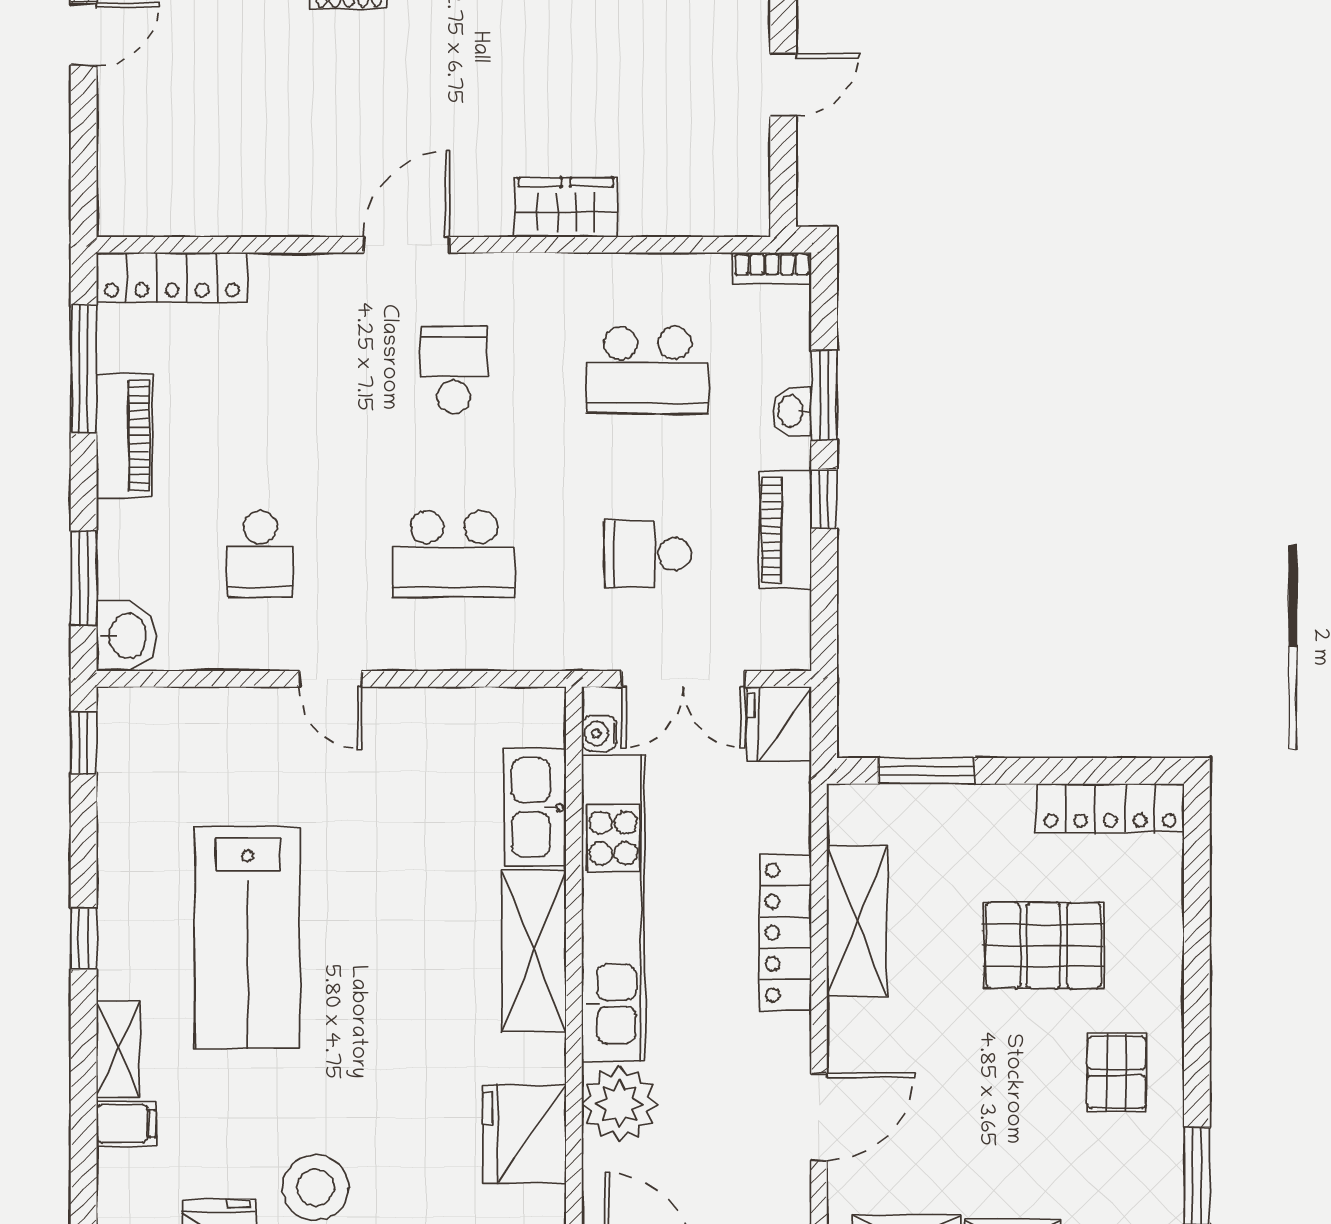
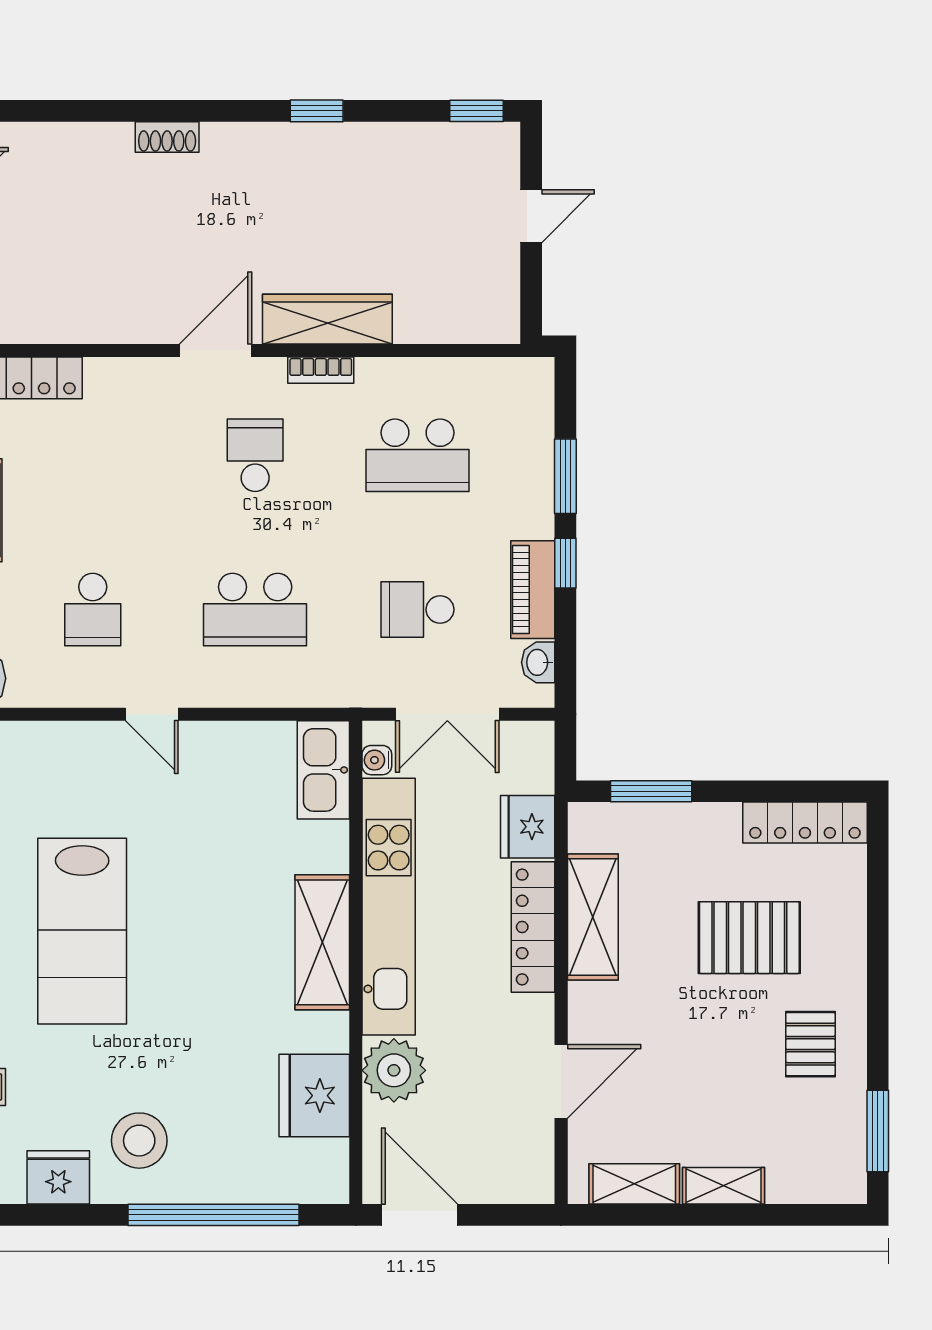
wardrobe: (566, 207) -> (327, 319), width x1.50
bookcase: (772, 268) -> (321, 370), moved
washbasin: (792, 411) -> (538, 662), moved
fridge: (779, 724) -> (528, 827), moved
kitchen sink: (535, 807) -> (323, 770), moved

